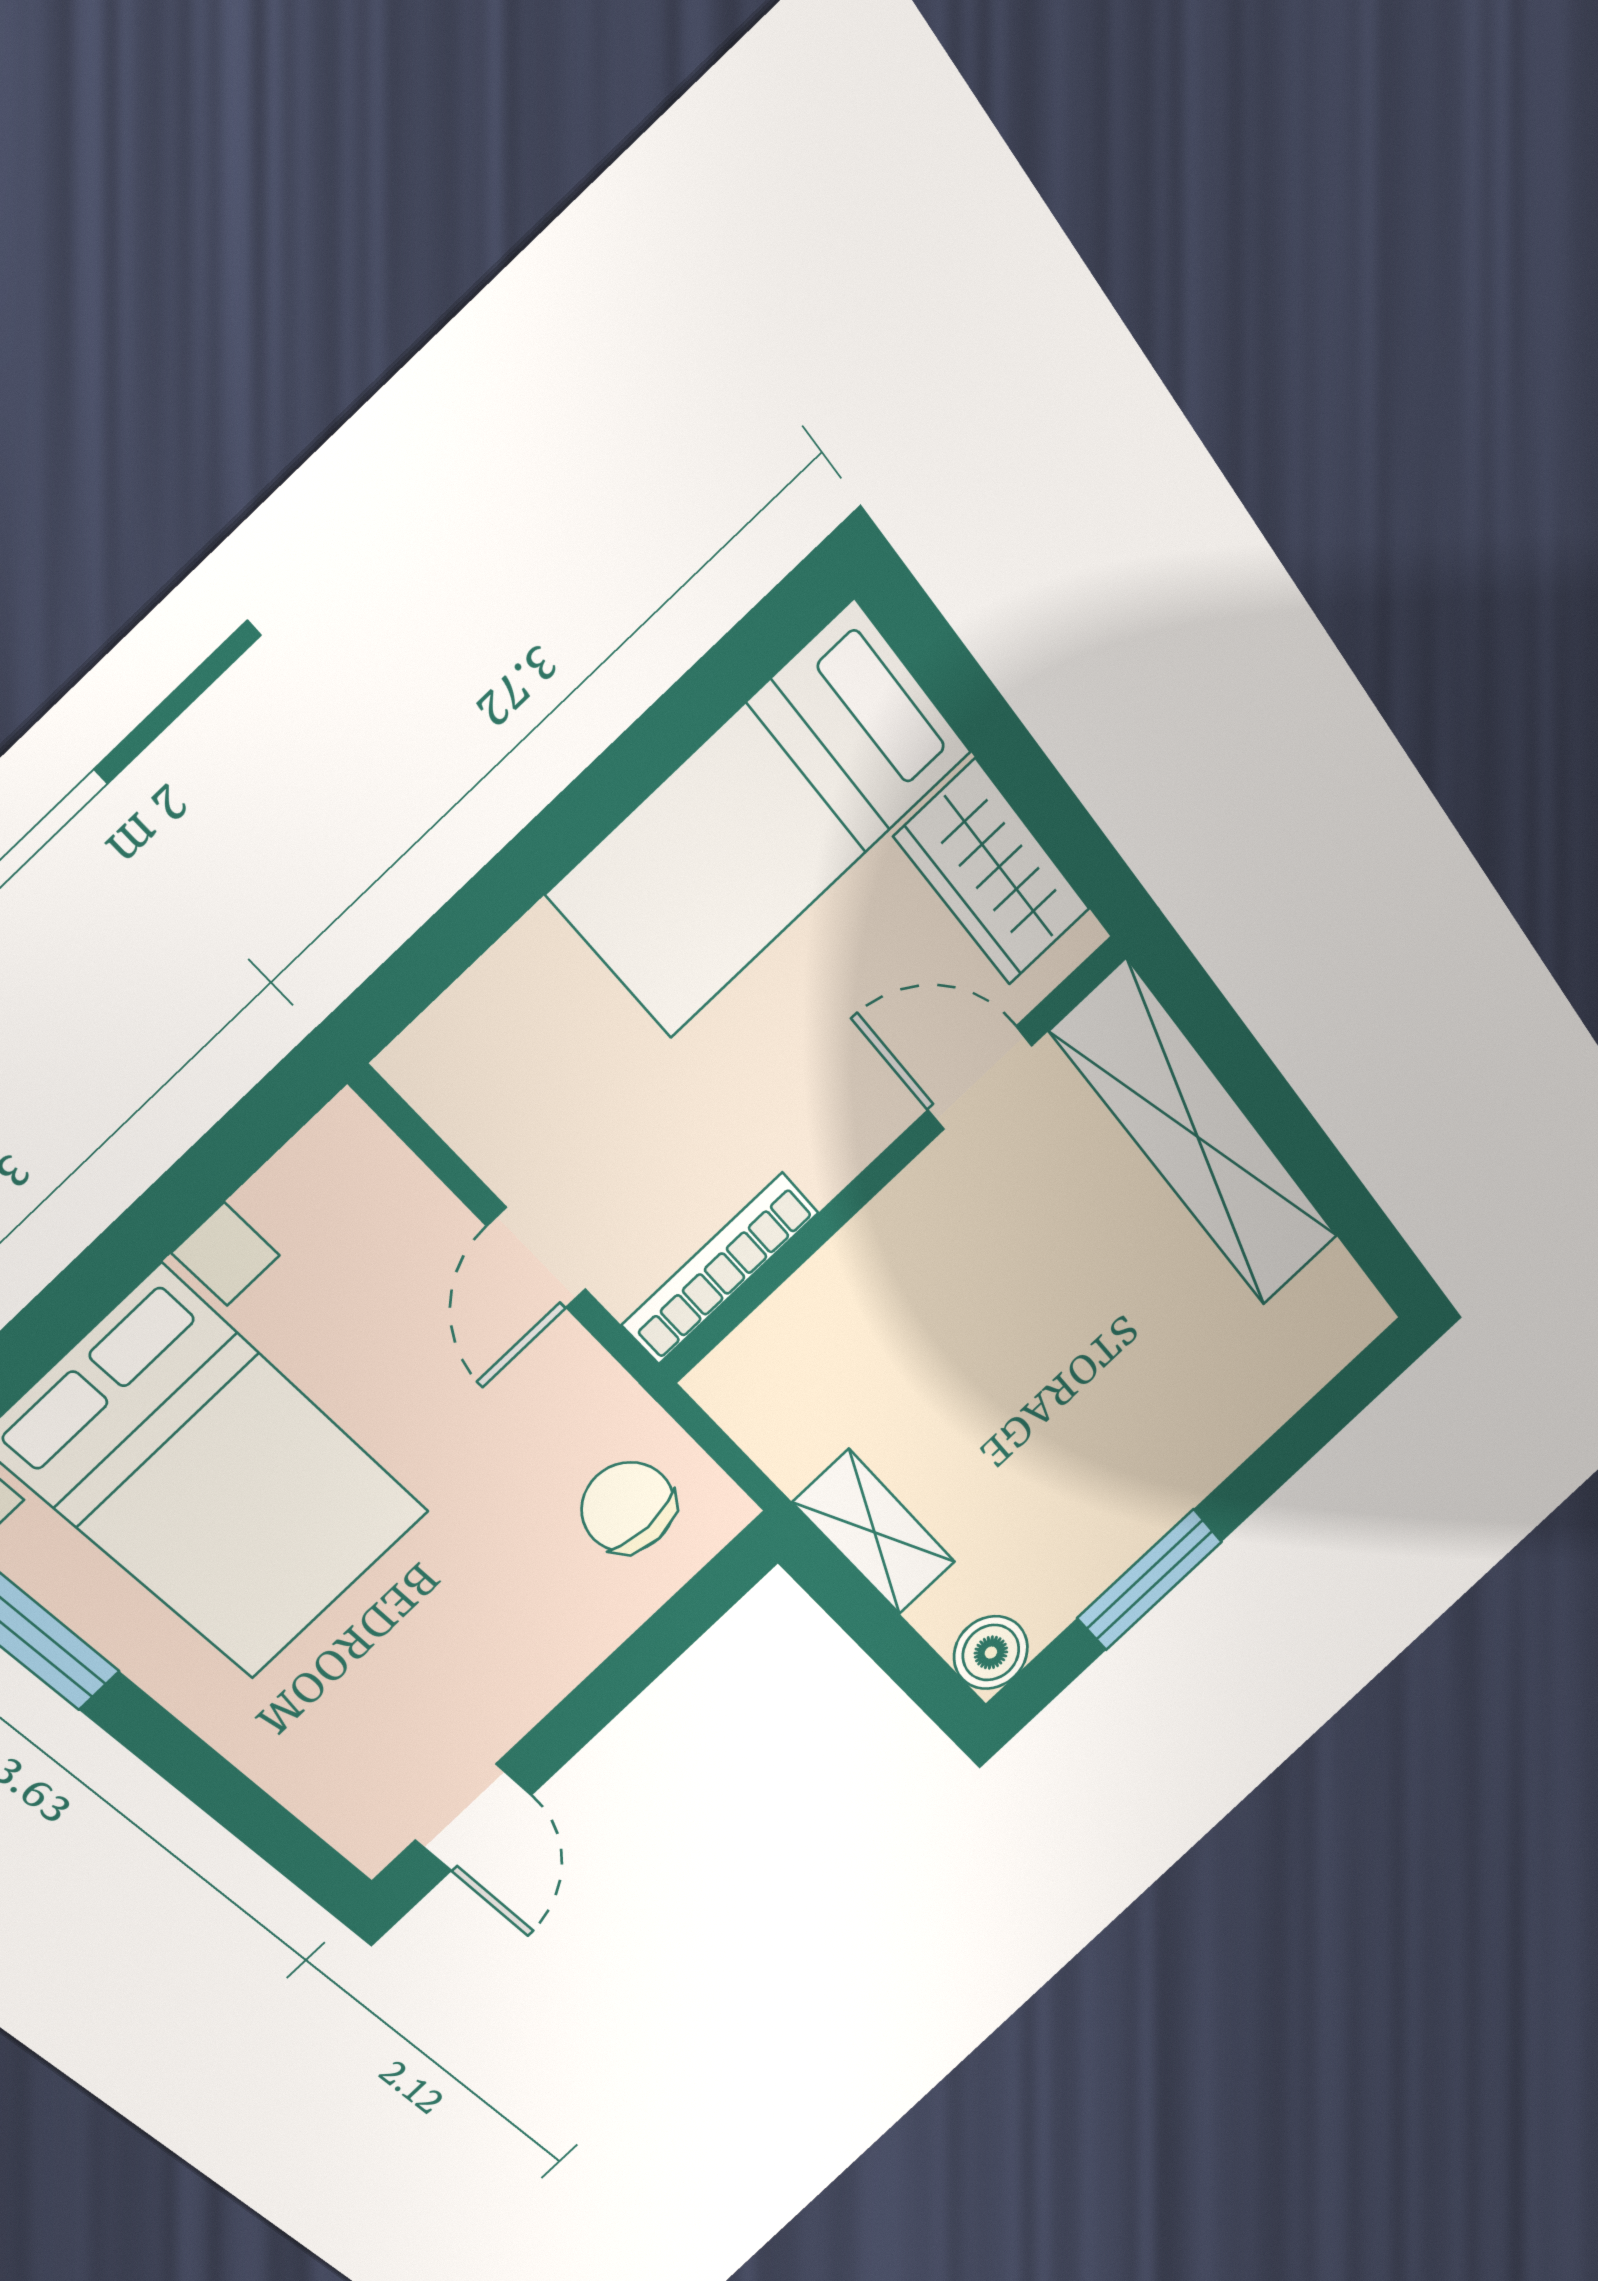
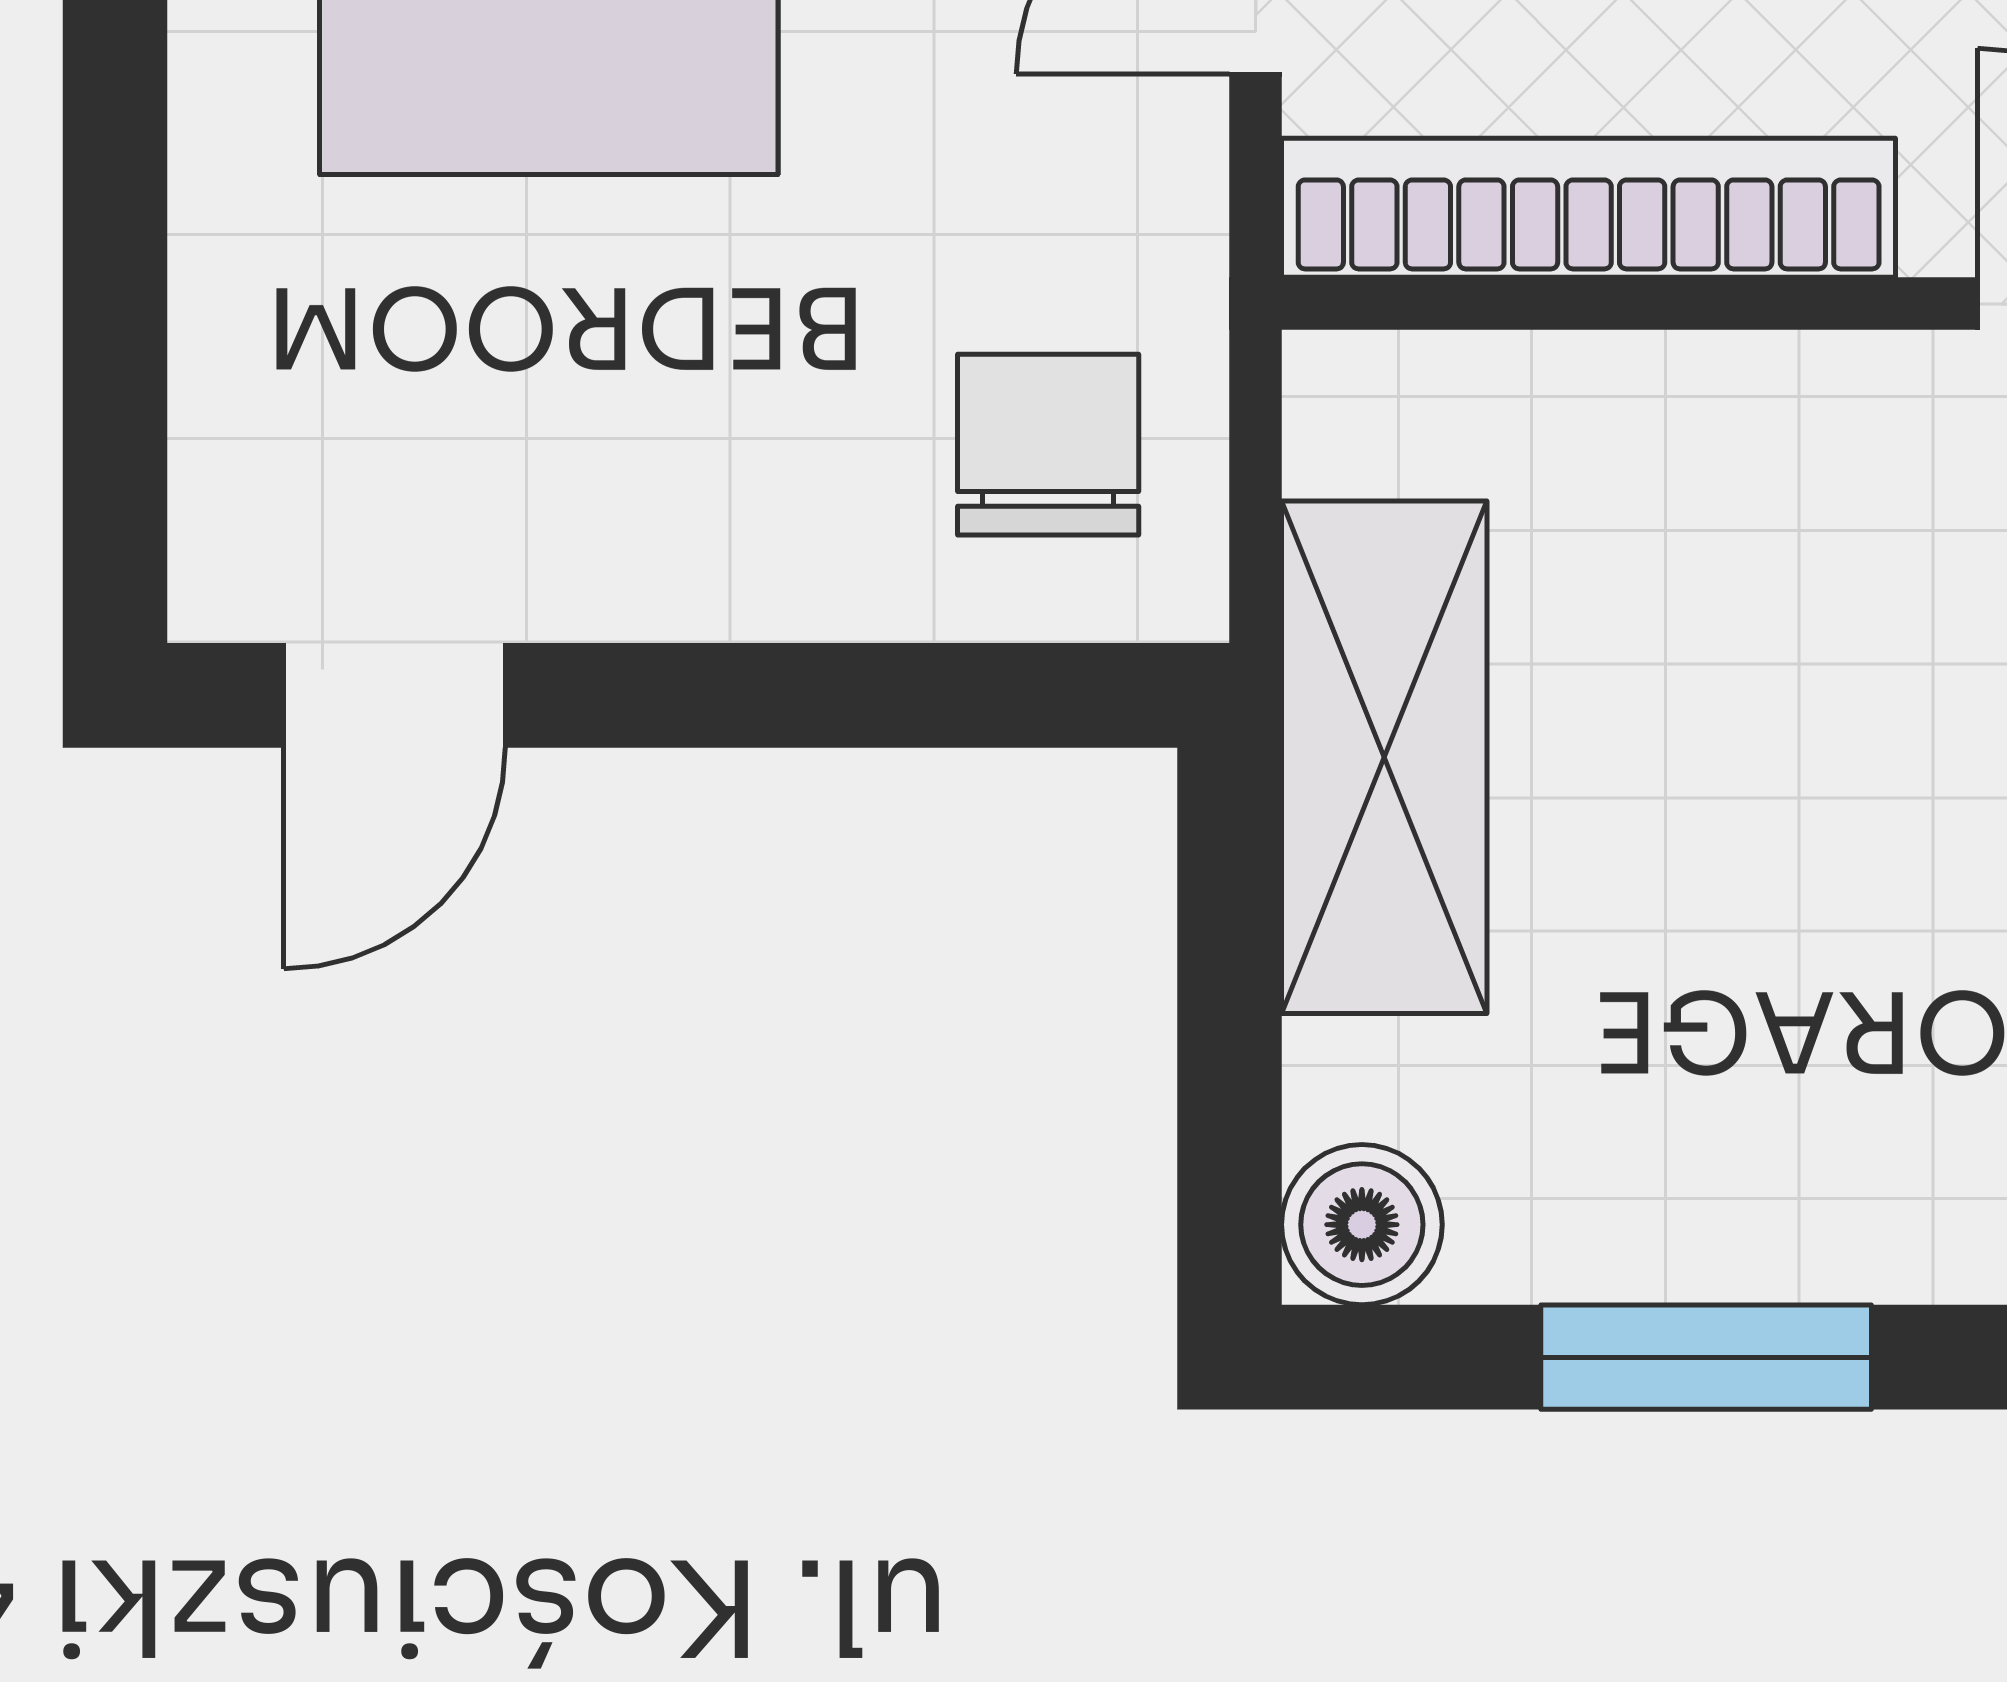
bookcase: (720, 1269) -> (1589, 208), width x1.48, depth x1.31
shelving: (875, 1532) -> (1384, 757), width x1.50, depth x1.33

